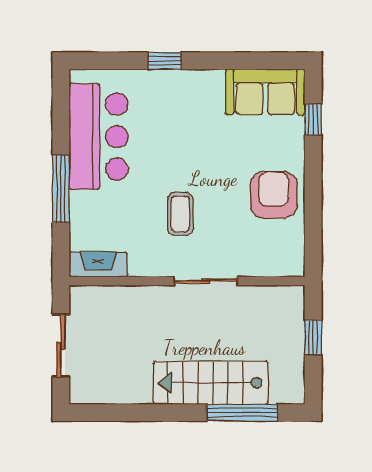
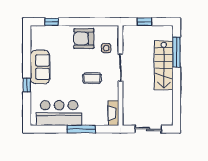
sofa: (265, 92) -> (40, 67), moved
side table: (251, 247) -> (106, 48), added

